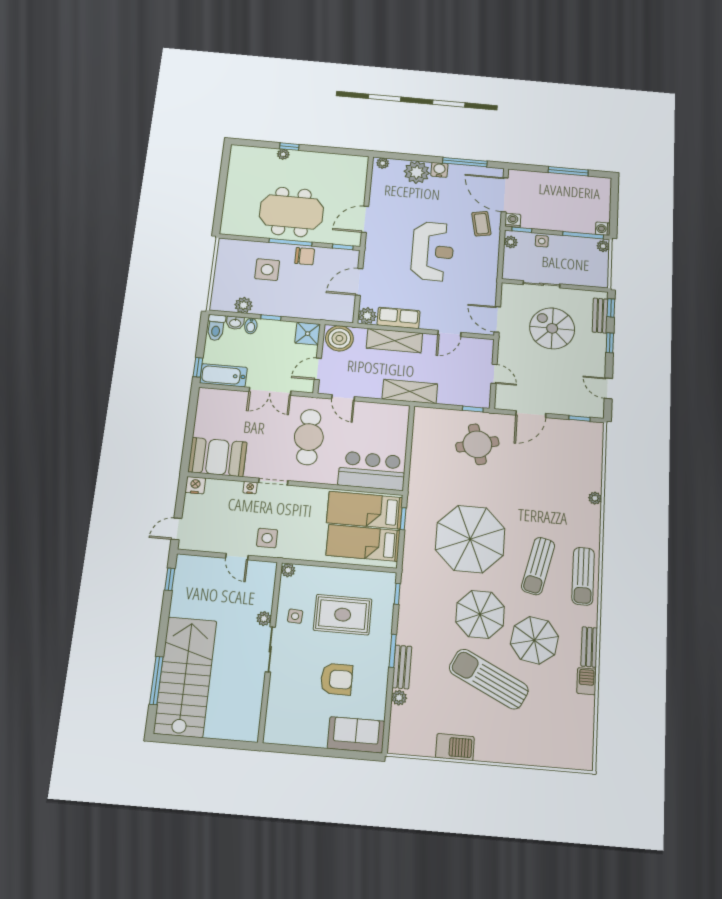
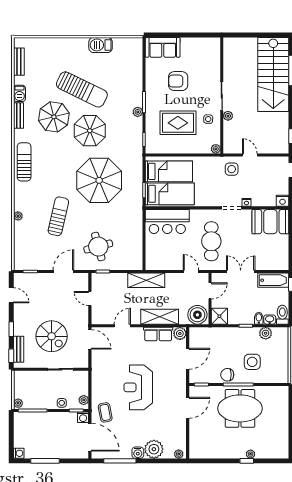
washing machine: (603, 229) -> (19, 453), moved
sun lounger: (538, 566) -> (58, 216), moved
bench: (402, 667) -> (19, 62), moved
plant: (399, 698) -> (138, 112), moved

